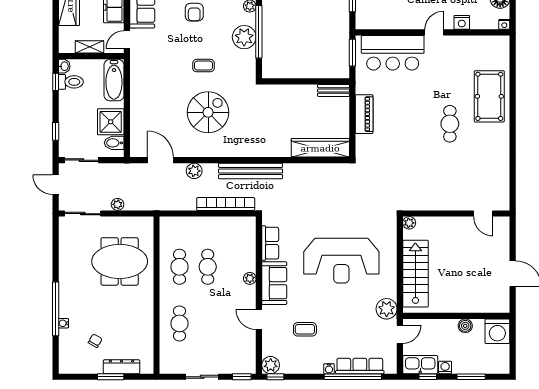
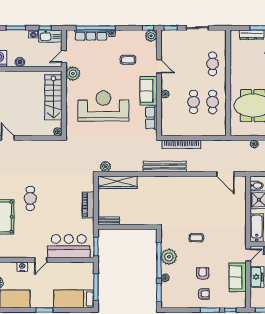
spiral stairs: (208, 112) -> (193, 206), removed
plant: (194, 171) -> (105, 167), moved

